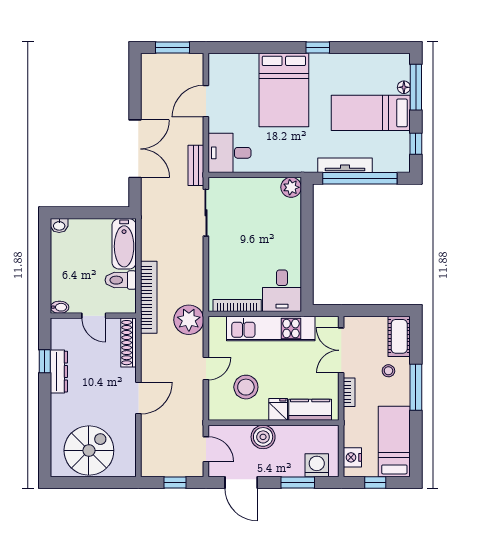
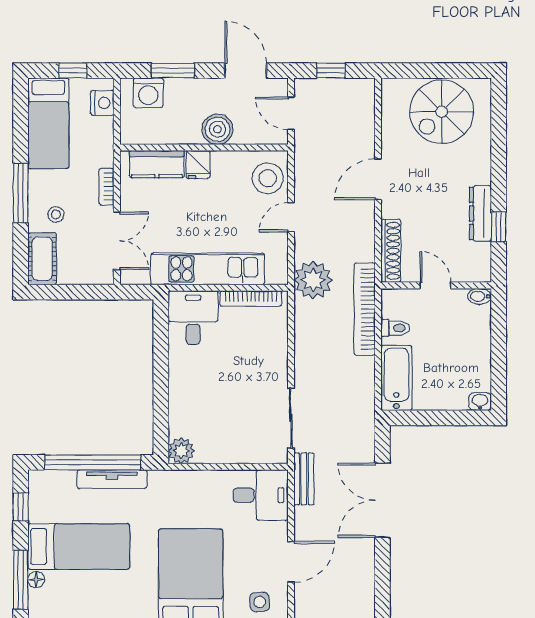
side table: (230, 70) -> (260, 602), added
toilet: (121, 280) -> (395, 328), width x0.73, depth x0.72
stool: (246, 387) -> (268, 178), moved

